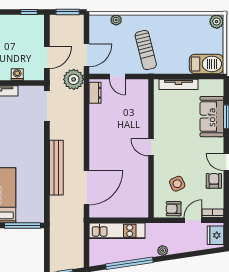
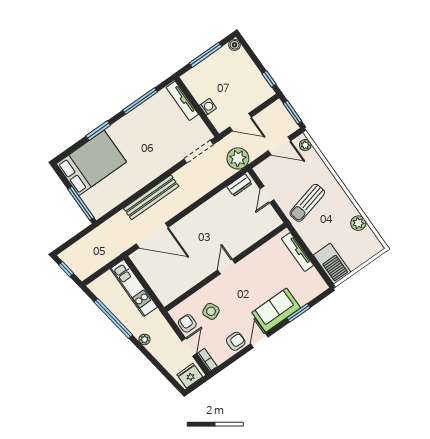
plant: (116, 20) -> (305, 145), moved
plant: (217, 22) -> (358, 223), moved
door: (86, 55) -> (279, 146), moved
sofa: (212, 117) -> (276, 310), moved
door: (193, 220) -> (189, 347), hinge flipped

